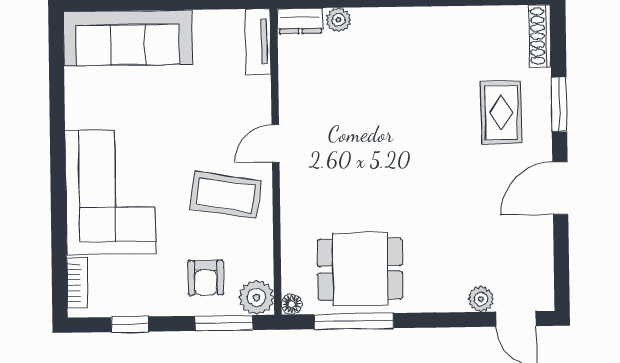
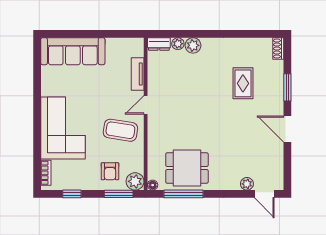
plant: (369, 23) -> (193, 45), added
shoe rack: (540, 36) -> (278, 49), width x0.70
tv unit: (258, 42) -> (138, 74), moved
rug: (501, 112) -> (243, 83), moved
door: (560, 188) -> (287, 129), hinge flipped

